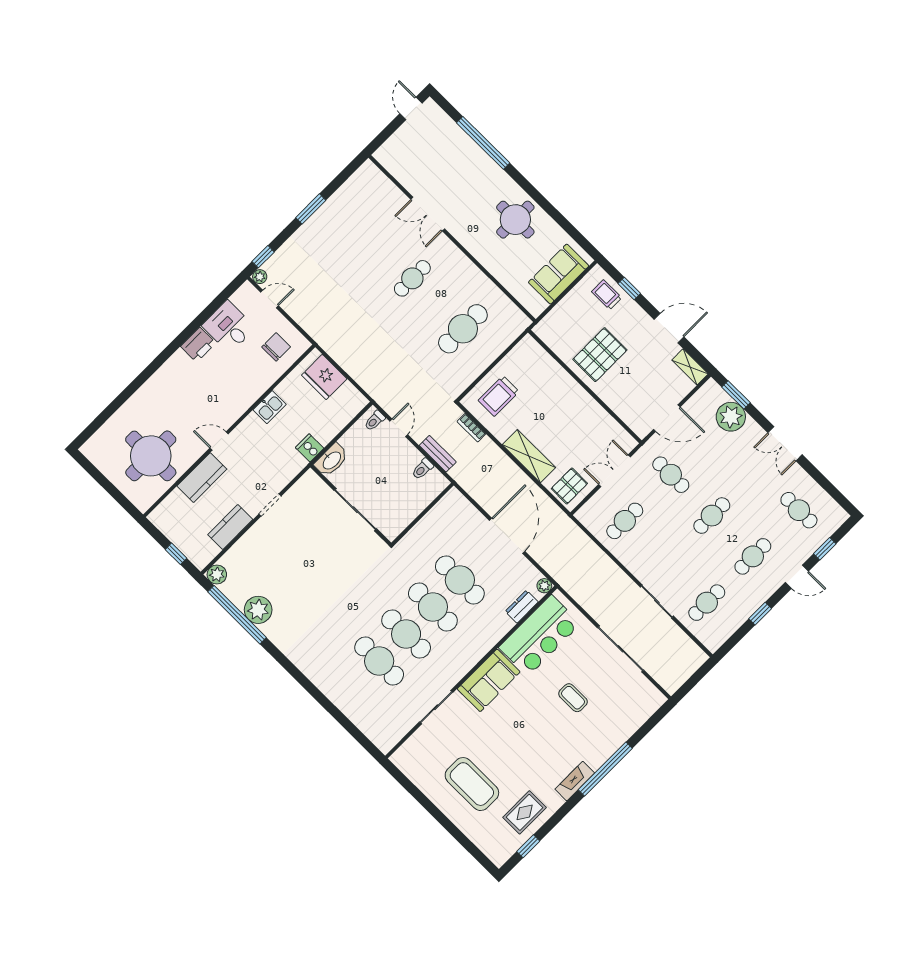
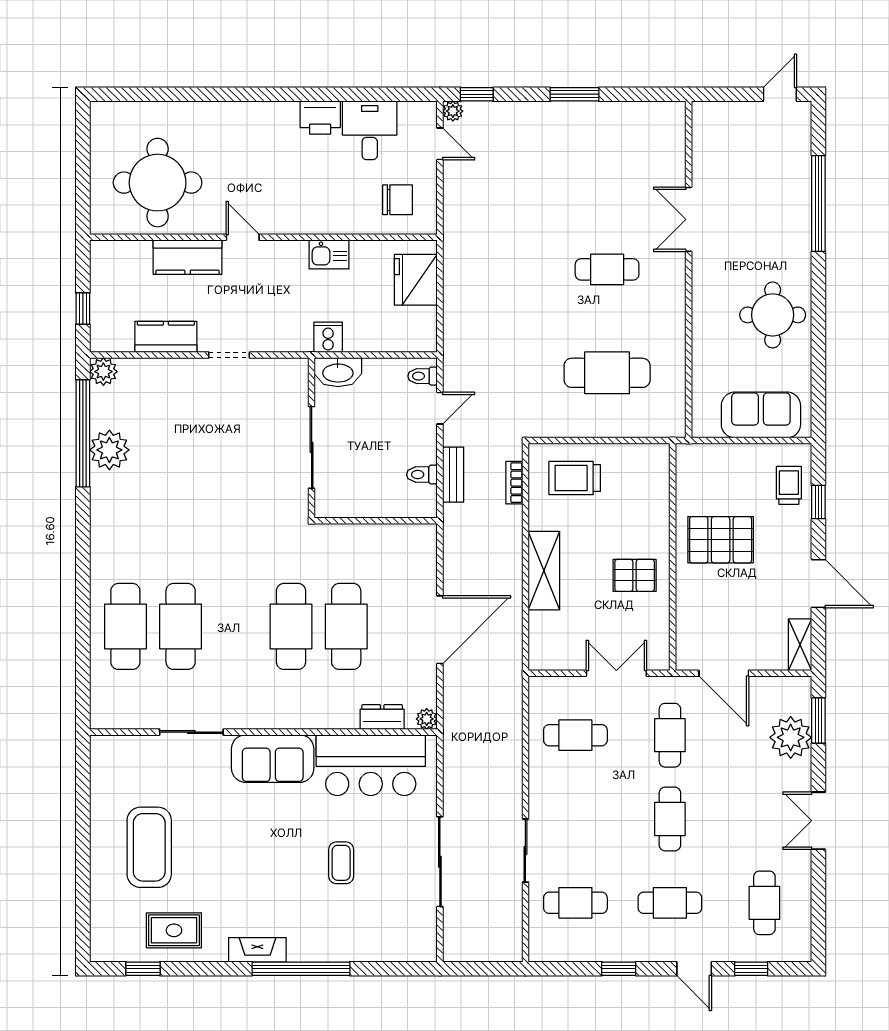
pallet: (569, 486) -> (635, 575), moved
cafe table: (712, 516) -> (670, 819), turned 90
cafe table: (406, 634) -> (125, 626), moved

